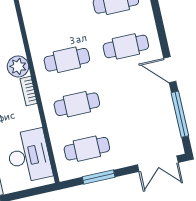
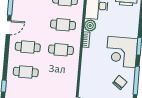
plant: (18, 66) -> (90, 25), moved
door: (170, 70) -> (9, 28), hinge flipped

